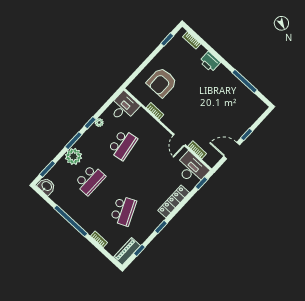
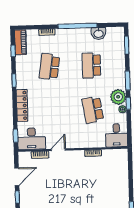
armchair: (162, 82) -> (107, 176), removed
door: (179, 140) -> (58, 150), hinge flipped
plant: (74, 156) -> (118, 97), moved
washbasin: (46, 186) -> (99, 33), moved
school desk: (123, 211) -> (49, 67), turned 33

